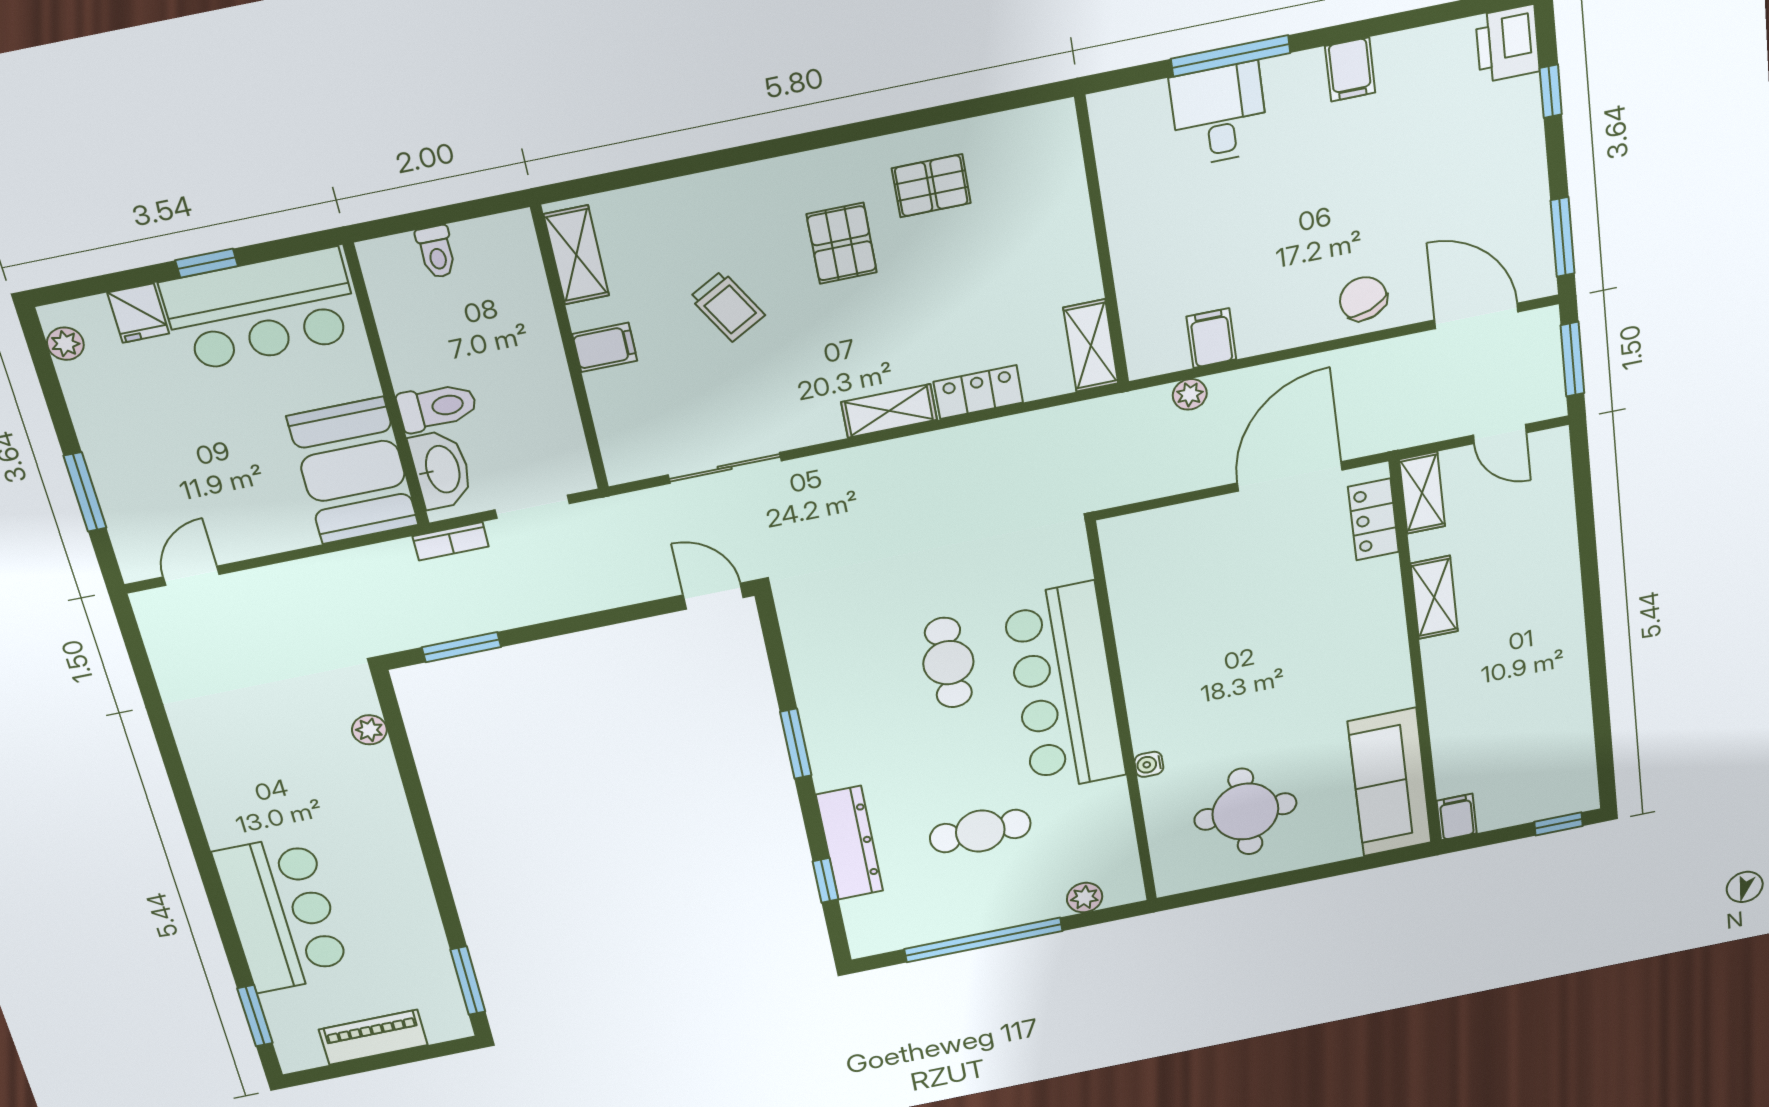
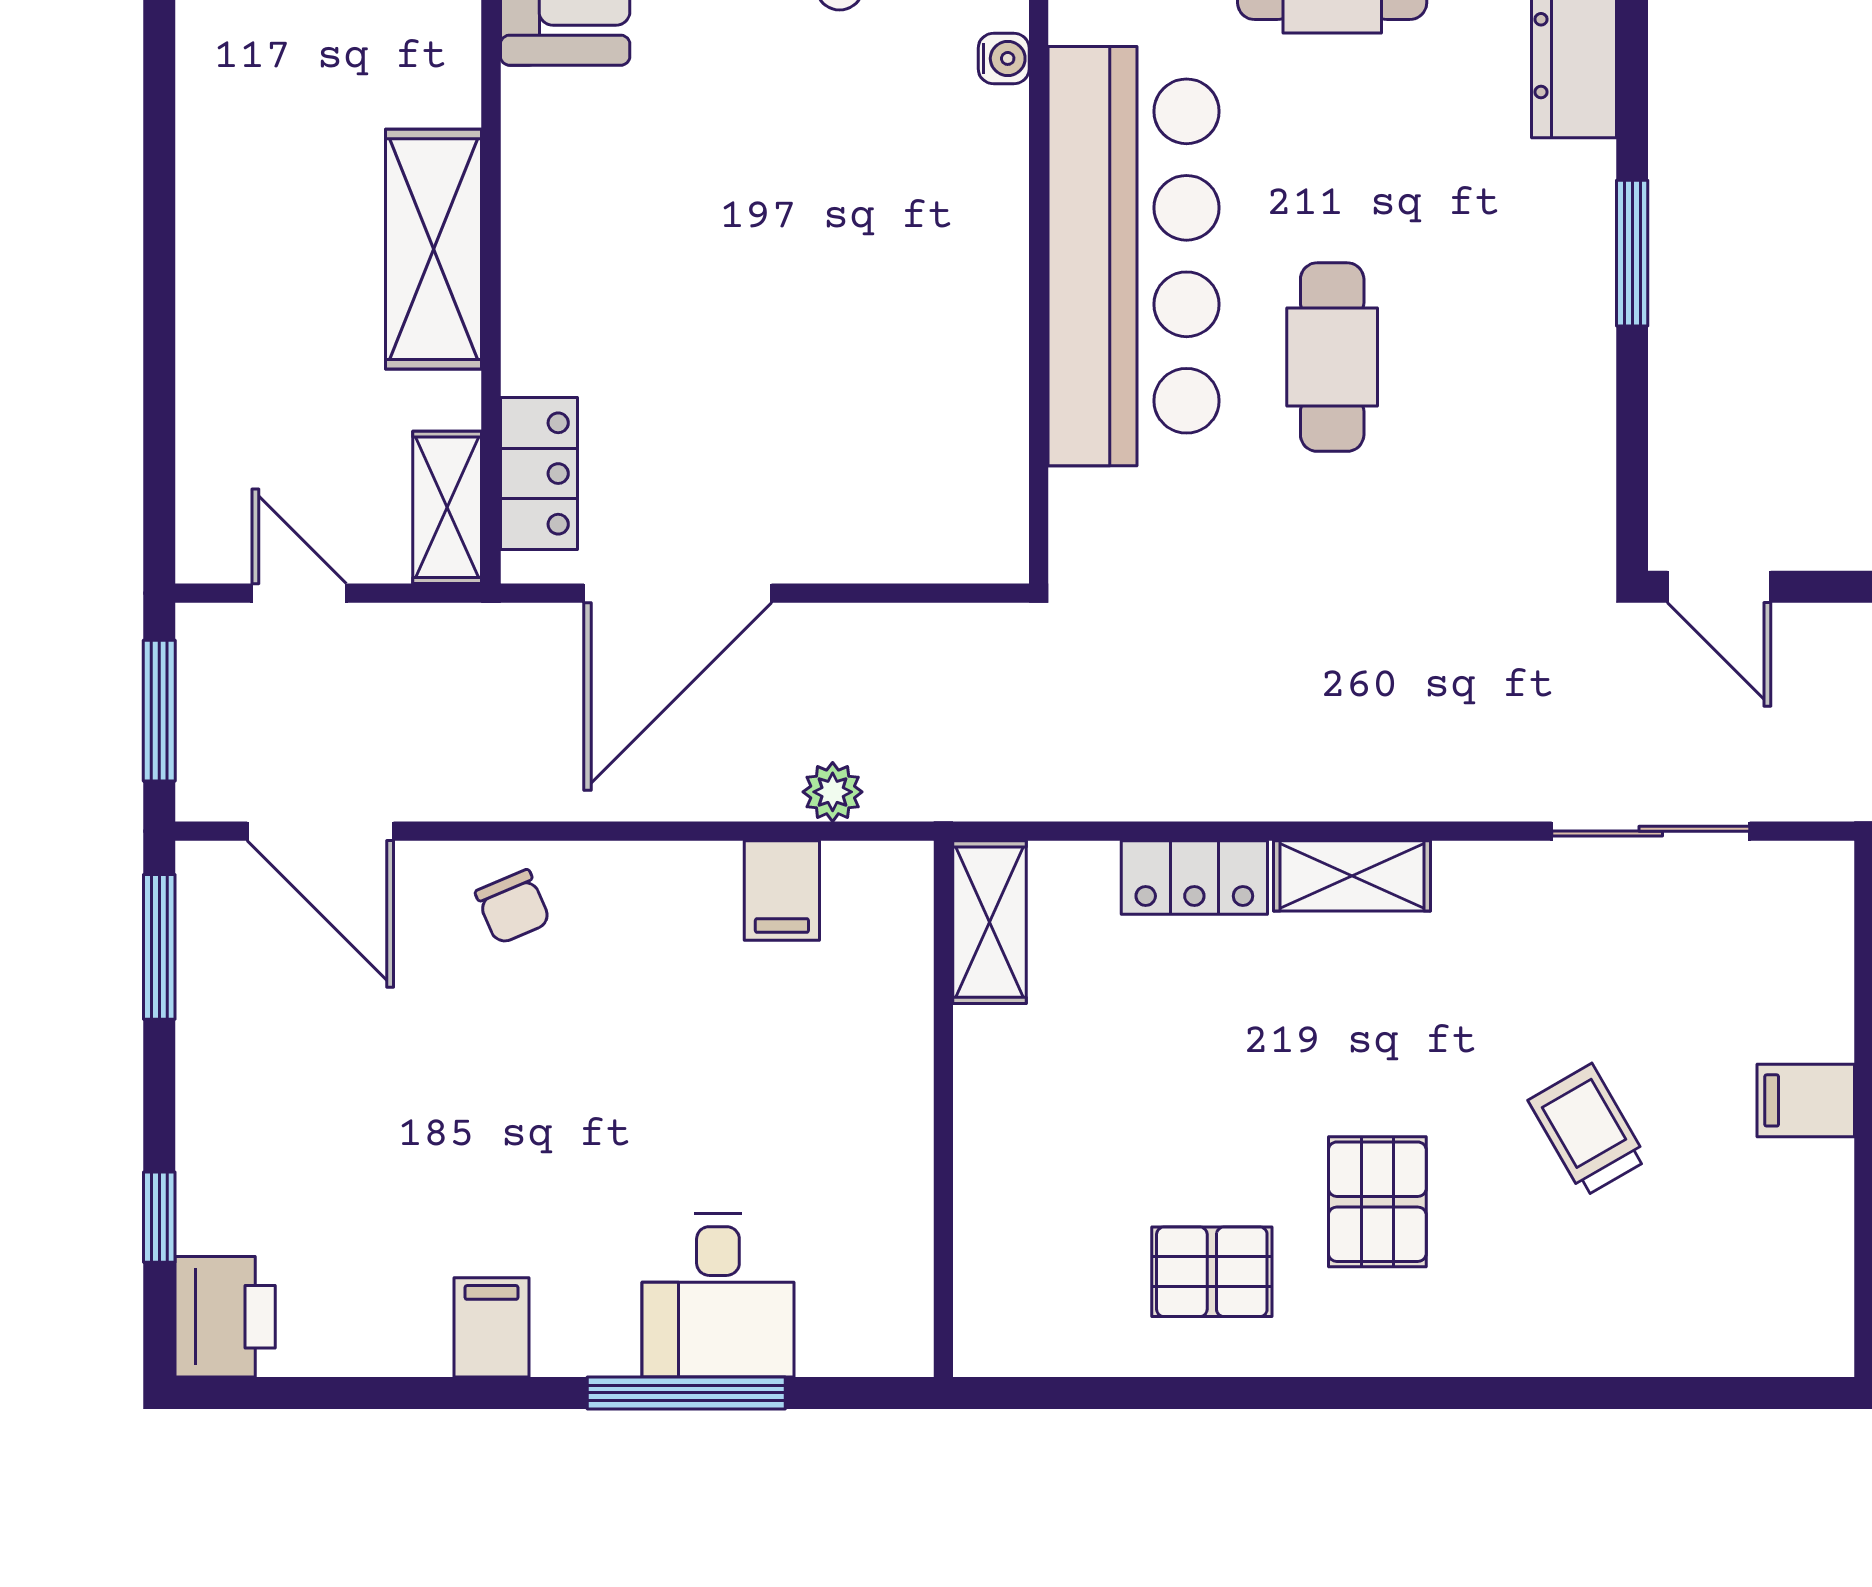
shelving: (576, 255) -> (1817, 1276), removed
chair: (1363, 299) -> (513, 907), width x0.73, depth x0.73
shelving: (1434, 597) -> (434, 249), width x1.50, depth x1.33

